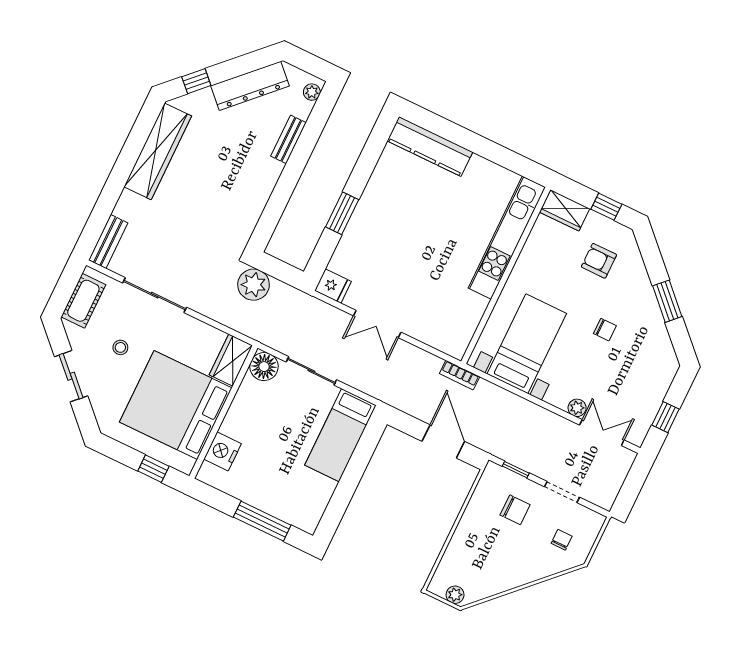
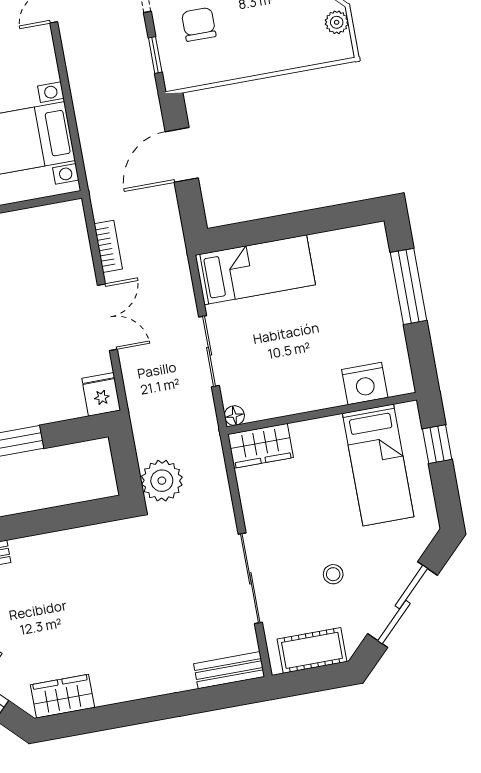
wardrobe: (158, 151) -> (63, 696), width x0.48, depth x0.85
floor lamp: (264, 367) -> (234, 416), width x0.53, depth x0.53
bookcase: (460, 375) -> (108, 246), moved
sliding door: (71, 376) -> (403, 605), width x1.37
bed: (176, 405) -> (378, 465), width x0.49
plant: (577, 408) -> (41, 38), removed

